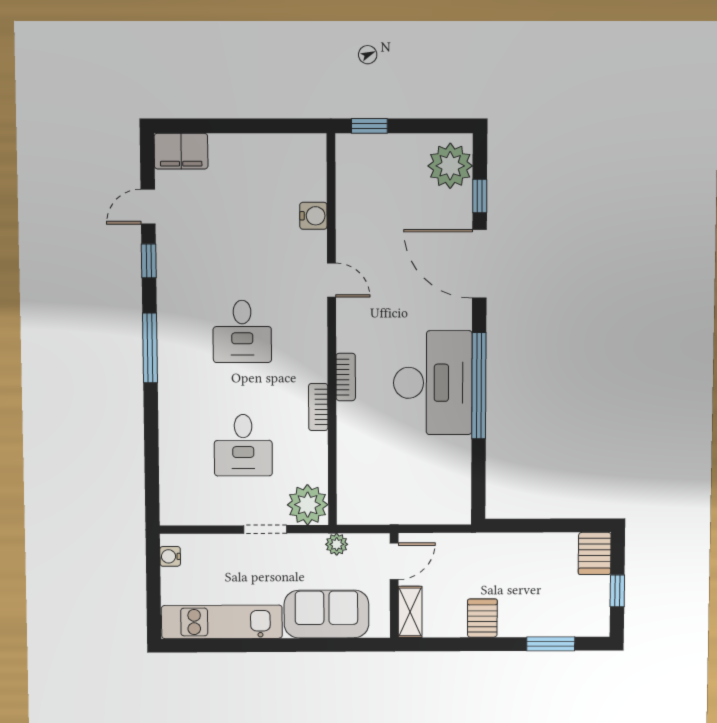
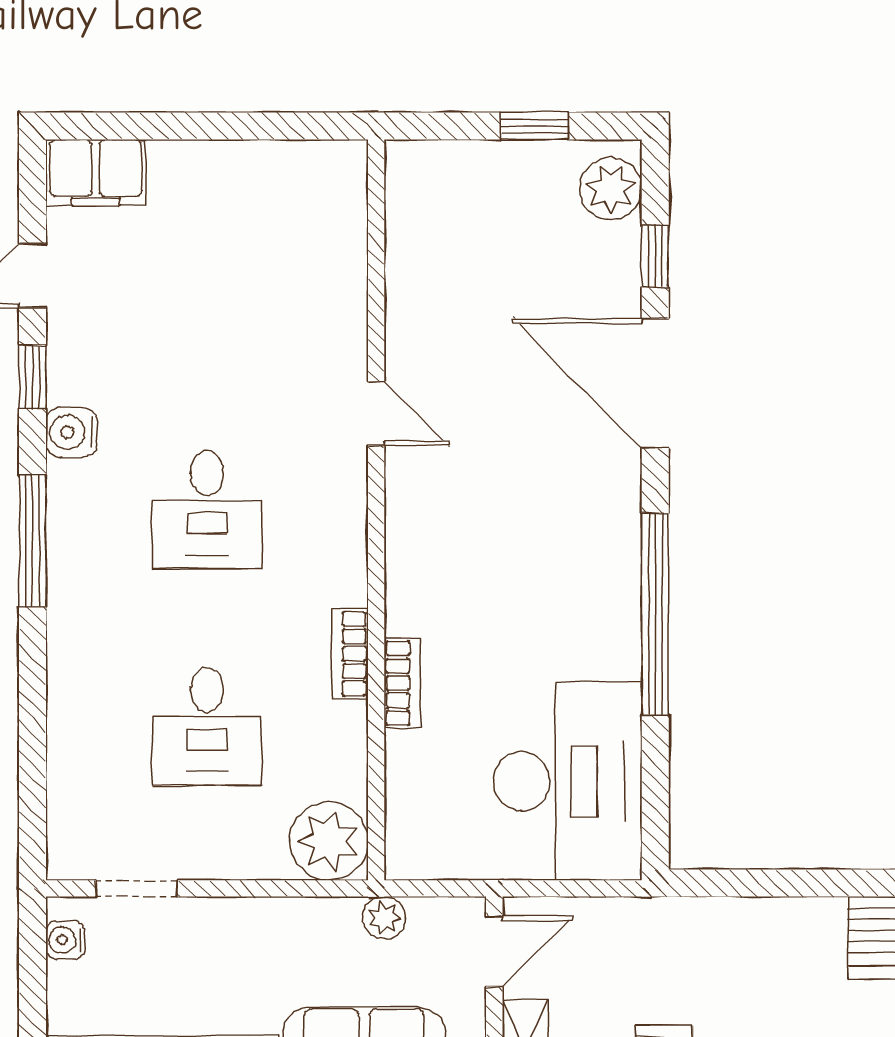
window: (369, 126) -> (534, 126), moved
plant: (450, 166) -> (611, 189), width x0.73, depth x0.73
water cooler: (313, 216) -> (71, 432), moved, turned 180
bookcase: (346, 377) -> (402, 683), moved
desk: (433, 383) -> (568, 781), moved
doorway: (265, 529) -> (137, 888), moved

